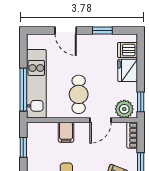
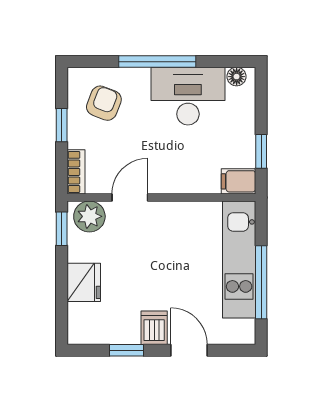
dishwasher: (127, 50) -> (154, 328), moved, turned -90
window: (23, 90) -> (261, 282), moved
cafe table: (79, 94) -> (167, 242), removed
filing cabinet: (66, 132) -> (238, 181), moved, turned -90

